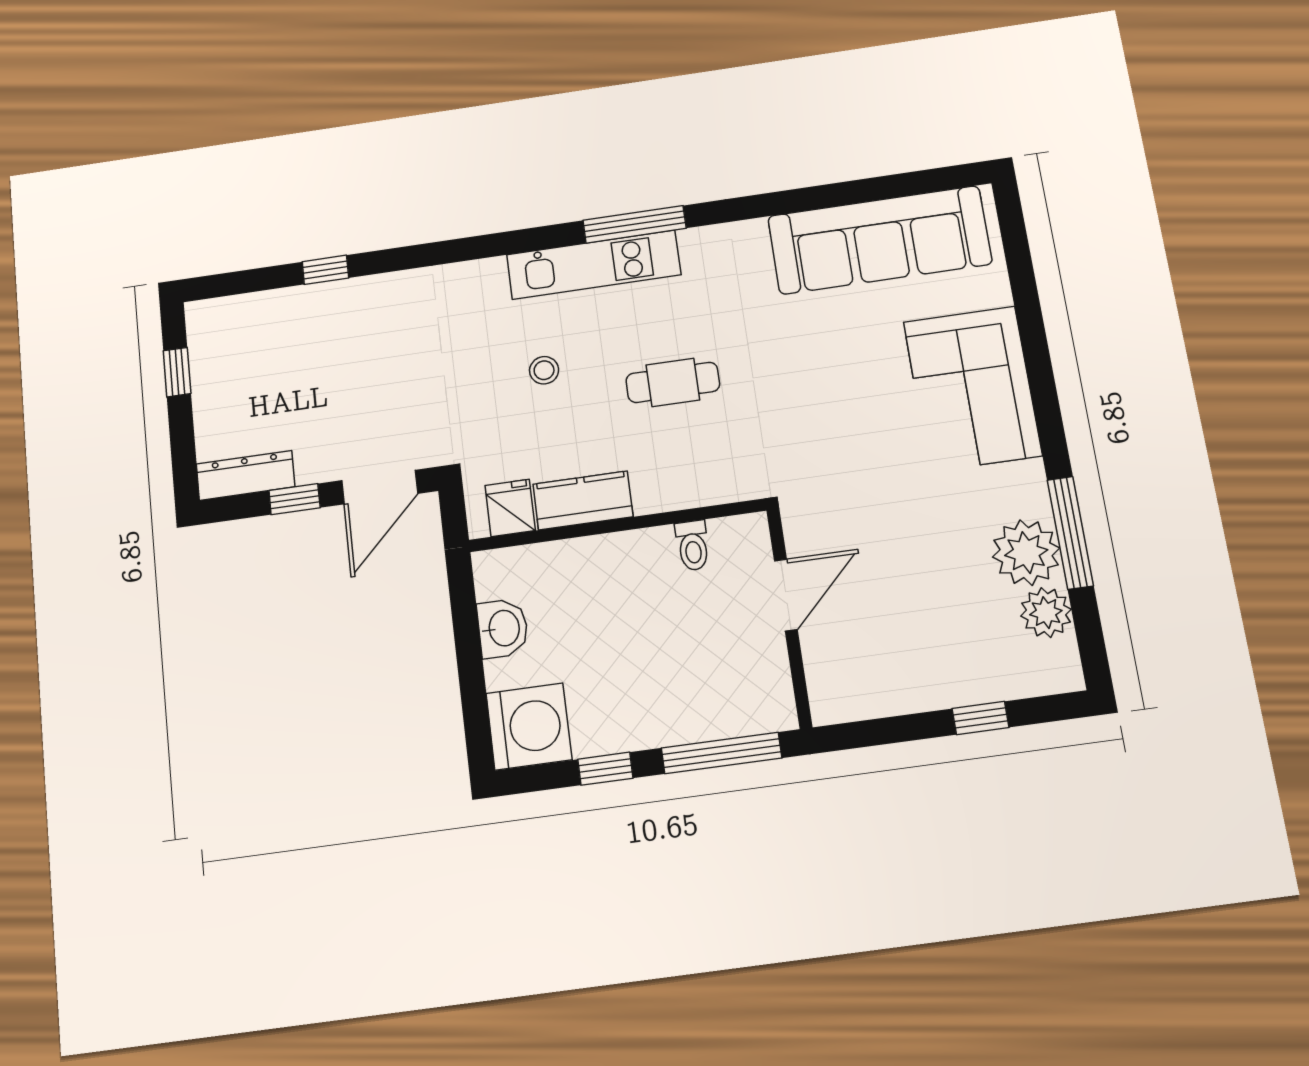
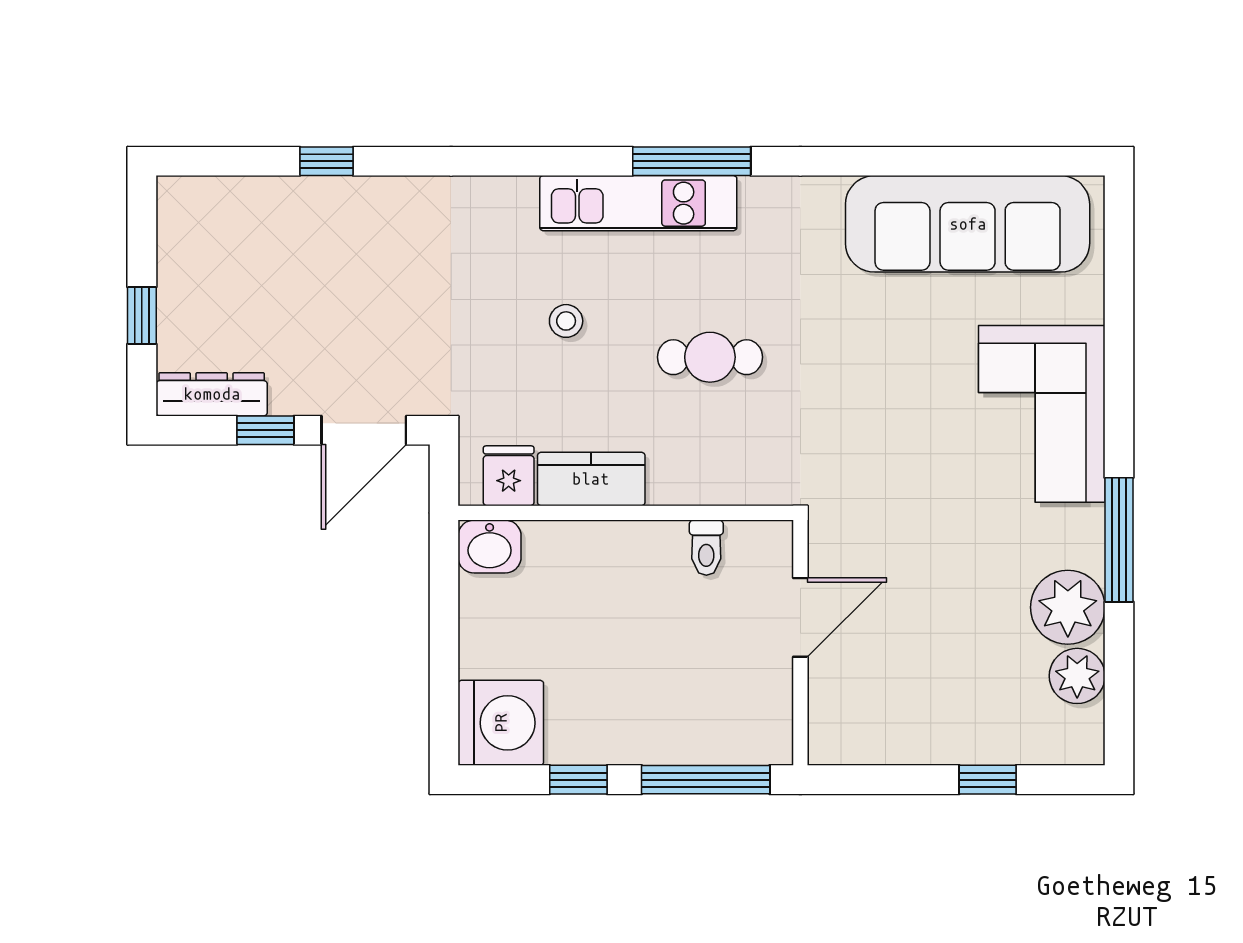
window: (177, 372) -> (142, 316), moved
window: (1070, 533) -> (1119, 540), moved
washbasin: (503, 628) -> (490, 547), moved, turned 90

